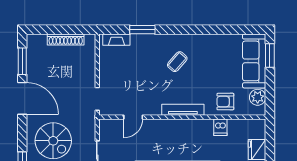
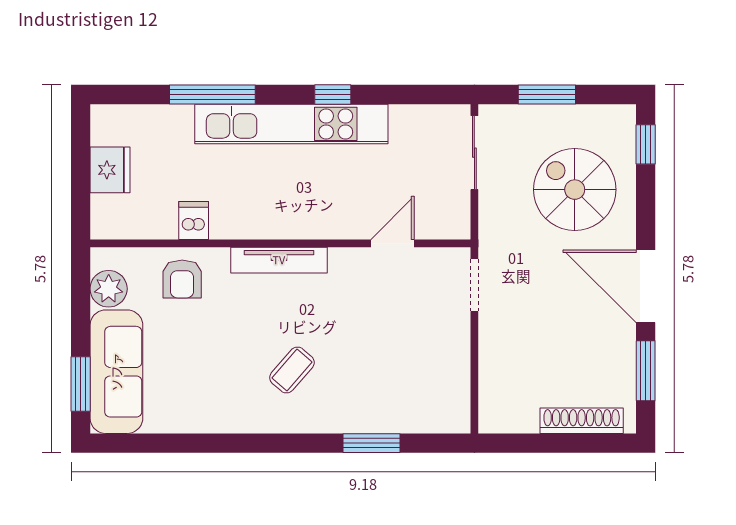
shoe rack: (66, 39) -> (582, 421), moved
fireplace: (116, 40) -> (431, 420), removed
armchair: (225, 102) -> (182, 279), turned 90

